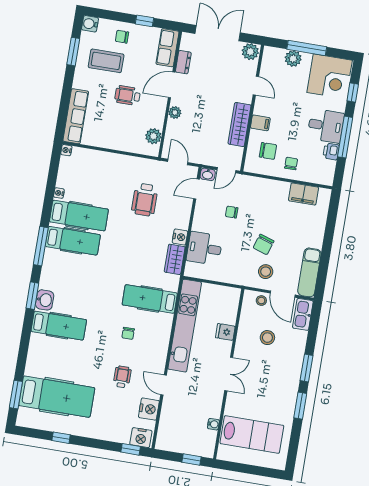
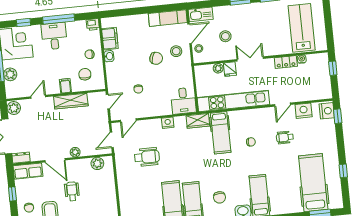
dresser: (183, 62) -> (21, 158), moved
wheelchair: (128, 95) -> (72, 191), turned 180
printer: (331, 151) -> (93, 25), moved
door: (226, 170) -> (108, 102), hinge flipped
washbasin: (208, 174) -> (109, 56), moved
door: (196, 189) -> (128, 120), hinge flipped
desk: (204, 248) -> (183, 101), moved
wardrobe: (175, 259) -> (198, 121), moved
chair: (70, 276) -> (219, 197), added
plant: (230, 318) -> (218, 68), added
double door: (229, 374) -> (250, 59), moved
locker: (215, 404) -> (286, 62), added

